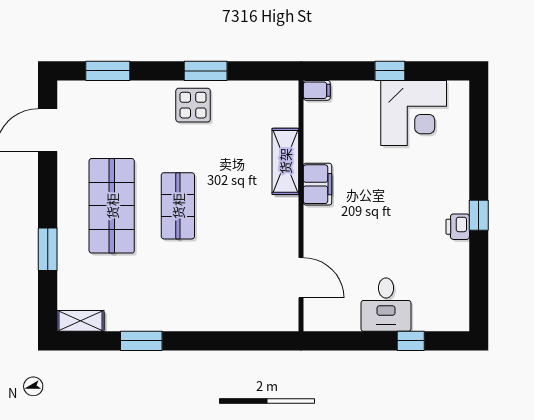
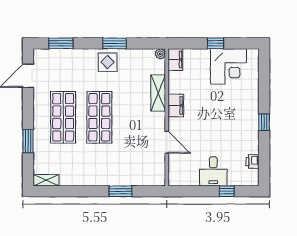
plant: (289, 90) -> (160, 54), added
filing cabinet: (317, 90) -> (175, 60), width x2.00
shop shelf: (178, 206) -> (99, 117), width x1.43, depth x1.36
printer: (458, 227) -> (253, 161), moved
door: (301, 278) -> (167, 142), moved
window: (141, 341) -> (121, 191), moved

